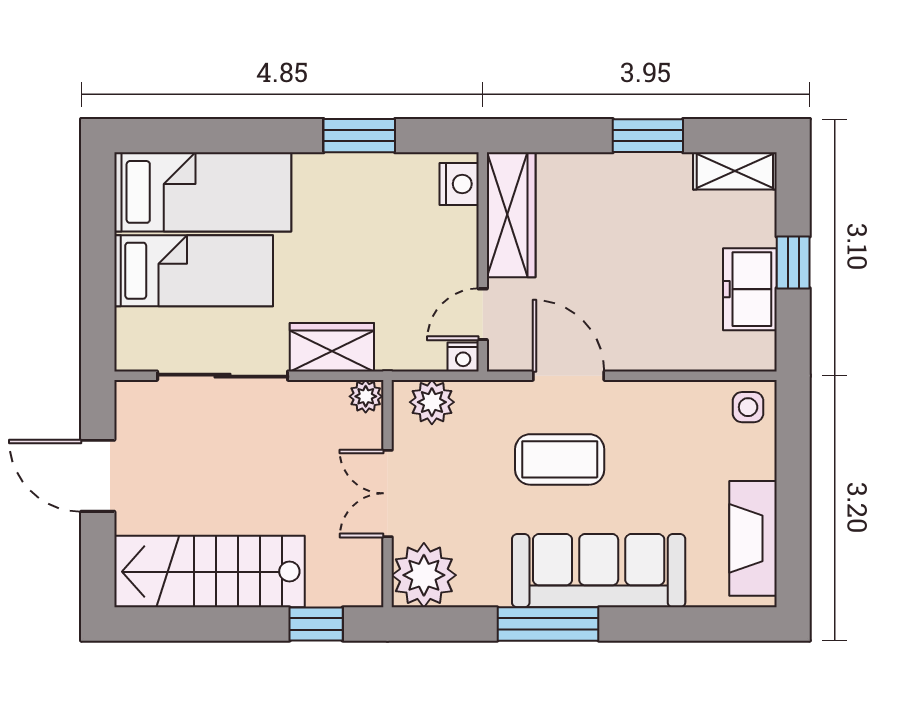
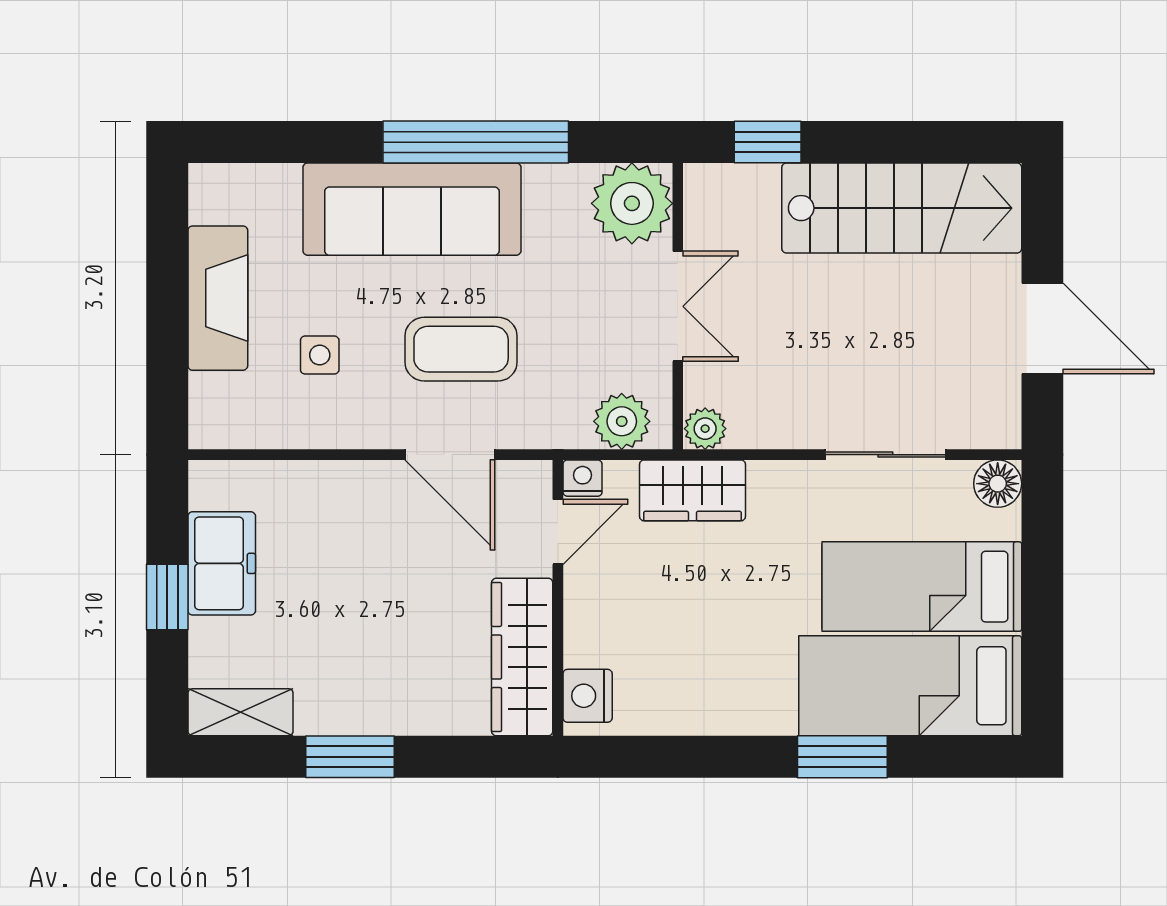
window: (359, 136) -> (842, 757), moved
wardrobe: (332, 347) -> (692, 490), moved
floor lamp: (133, 353) -> (998, 484), added
sliding door: (223, 376) -> (885, 455), width x0.73
side table: (748, 407) -> (320, 355), moved
fireplace: (753, 538) -> (218, 298), moved
window: (548, 624) -> (476, 142), width x1.46

